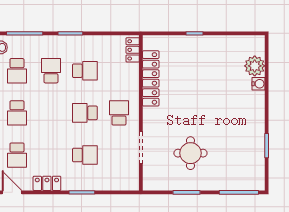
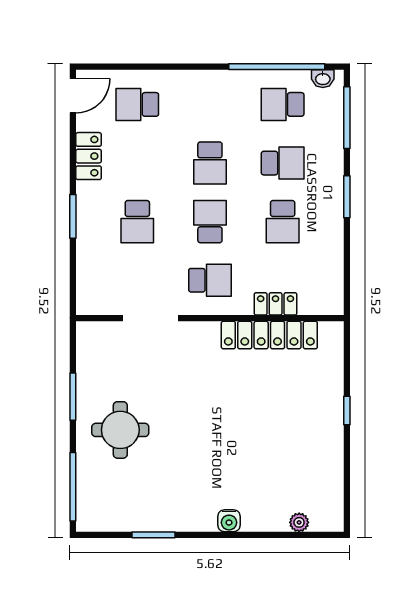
locker: (133, 50) -> (276, 304), moved
plant: (255, 66) -> (299, 522), width x0.53, depth x0.53
water cooler: (259, 84) -> (229, 521), moved
school desk: (17, 113) -> (210, 163), moved, turned -90
round table: (190, 153) -> (120, 430), moved

